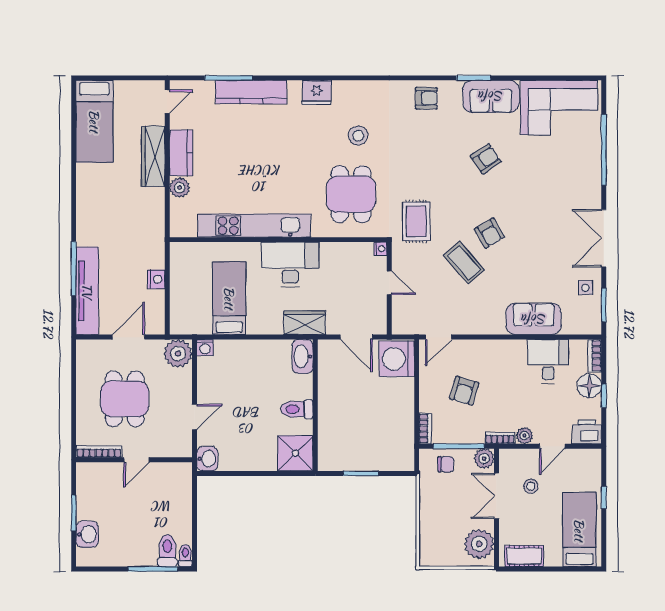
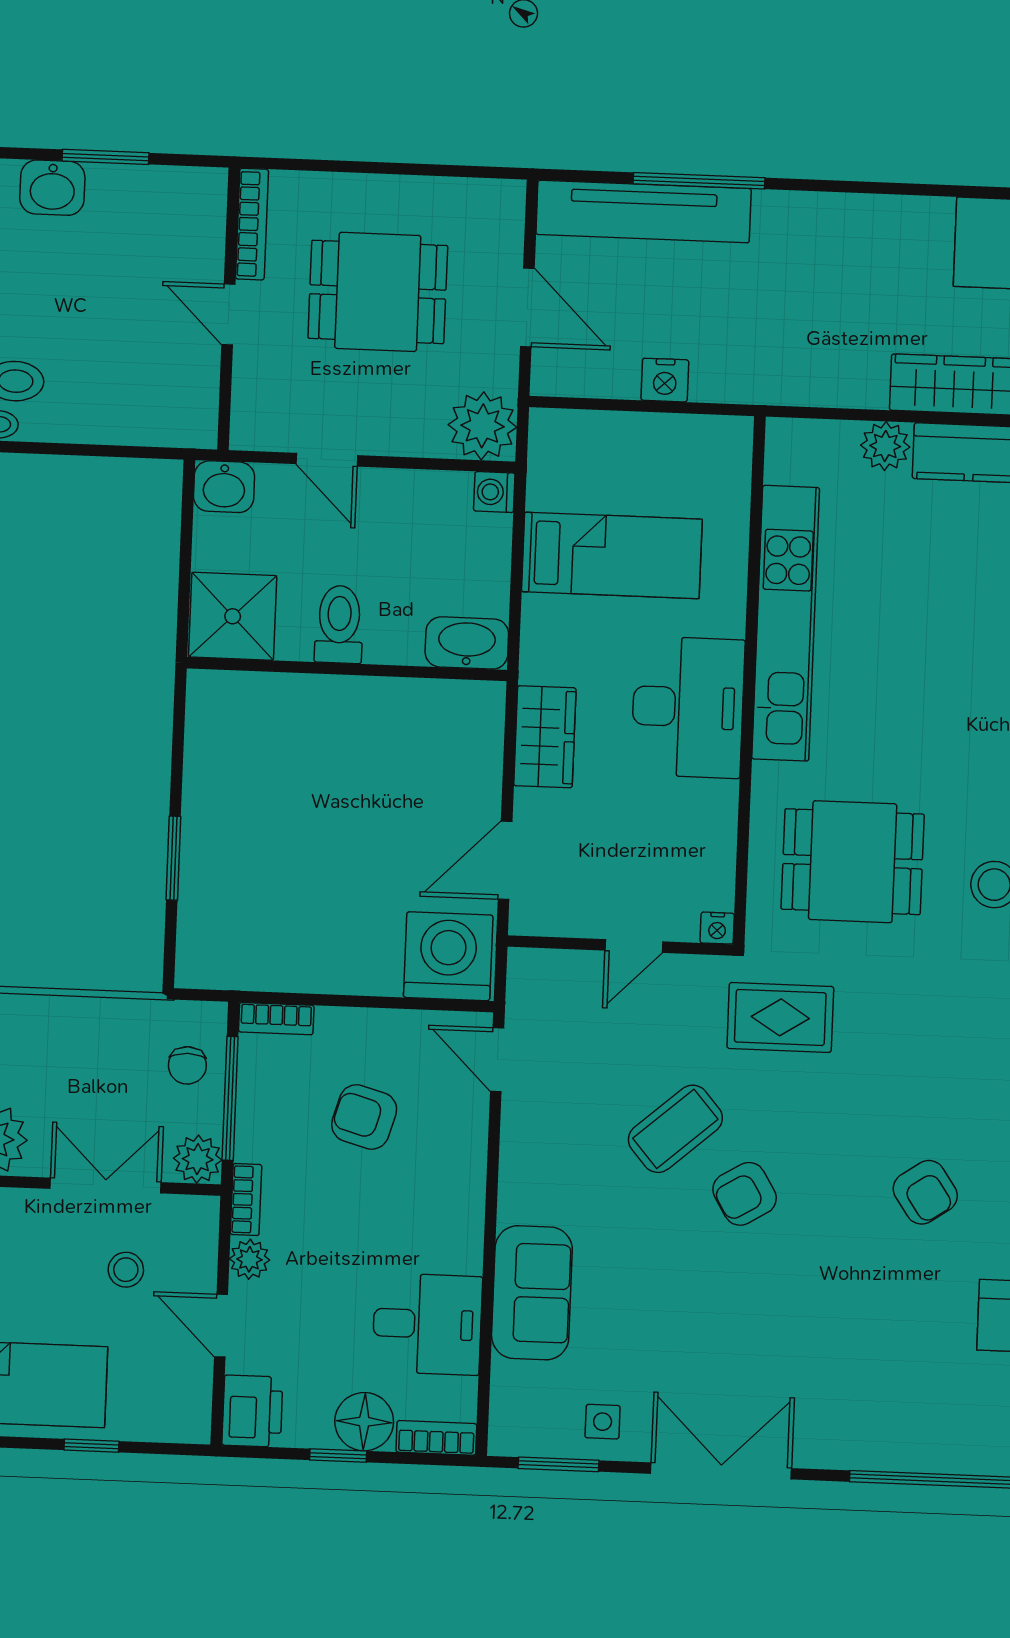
washbasin: (303, 356) -> (467, 643), moved
wall: (315, 405) -> (347, 669), moved
toilet: (297, 409) -> (339, 624), moved
shower: (295, 453) -> (233, 616), moved

